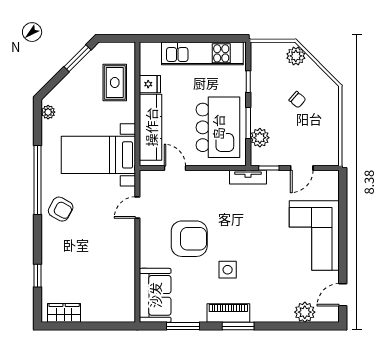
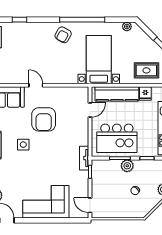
plant: (260, 138) -> (127, 166), moved
door: (302, 168) -> (90, 205), moved
door: (137, 208) -> (36, 85), moved

